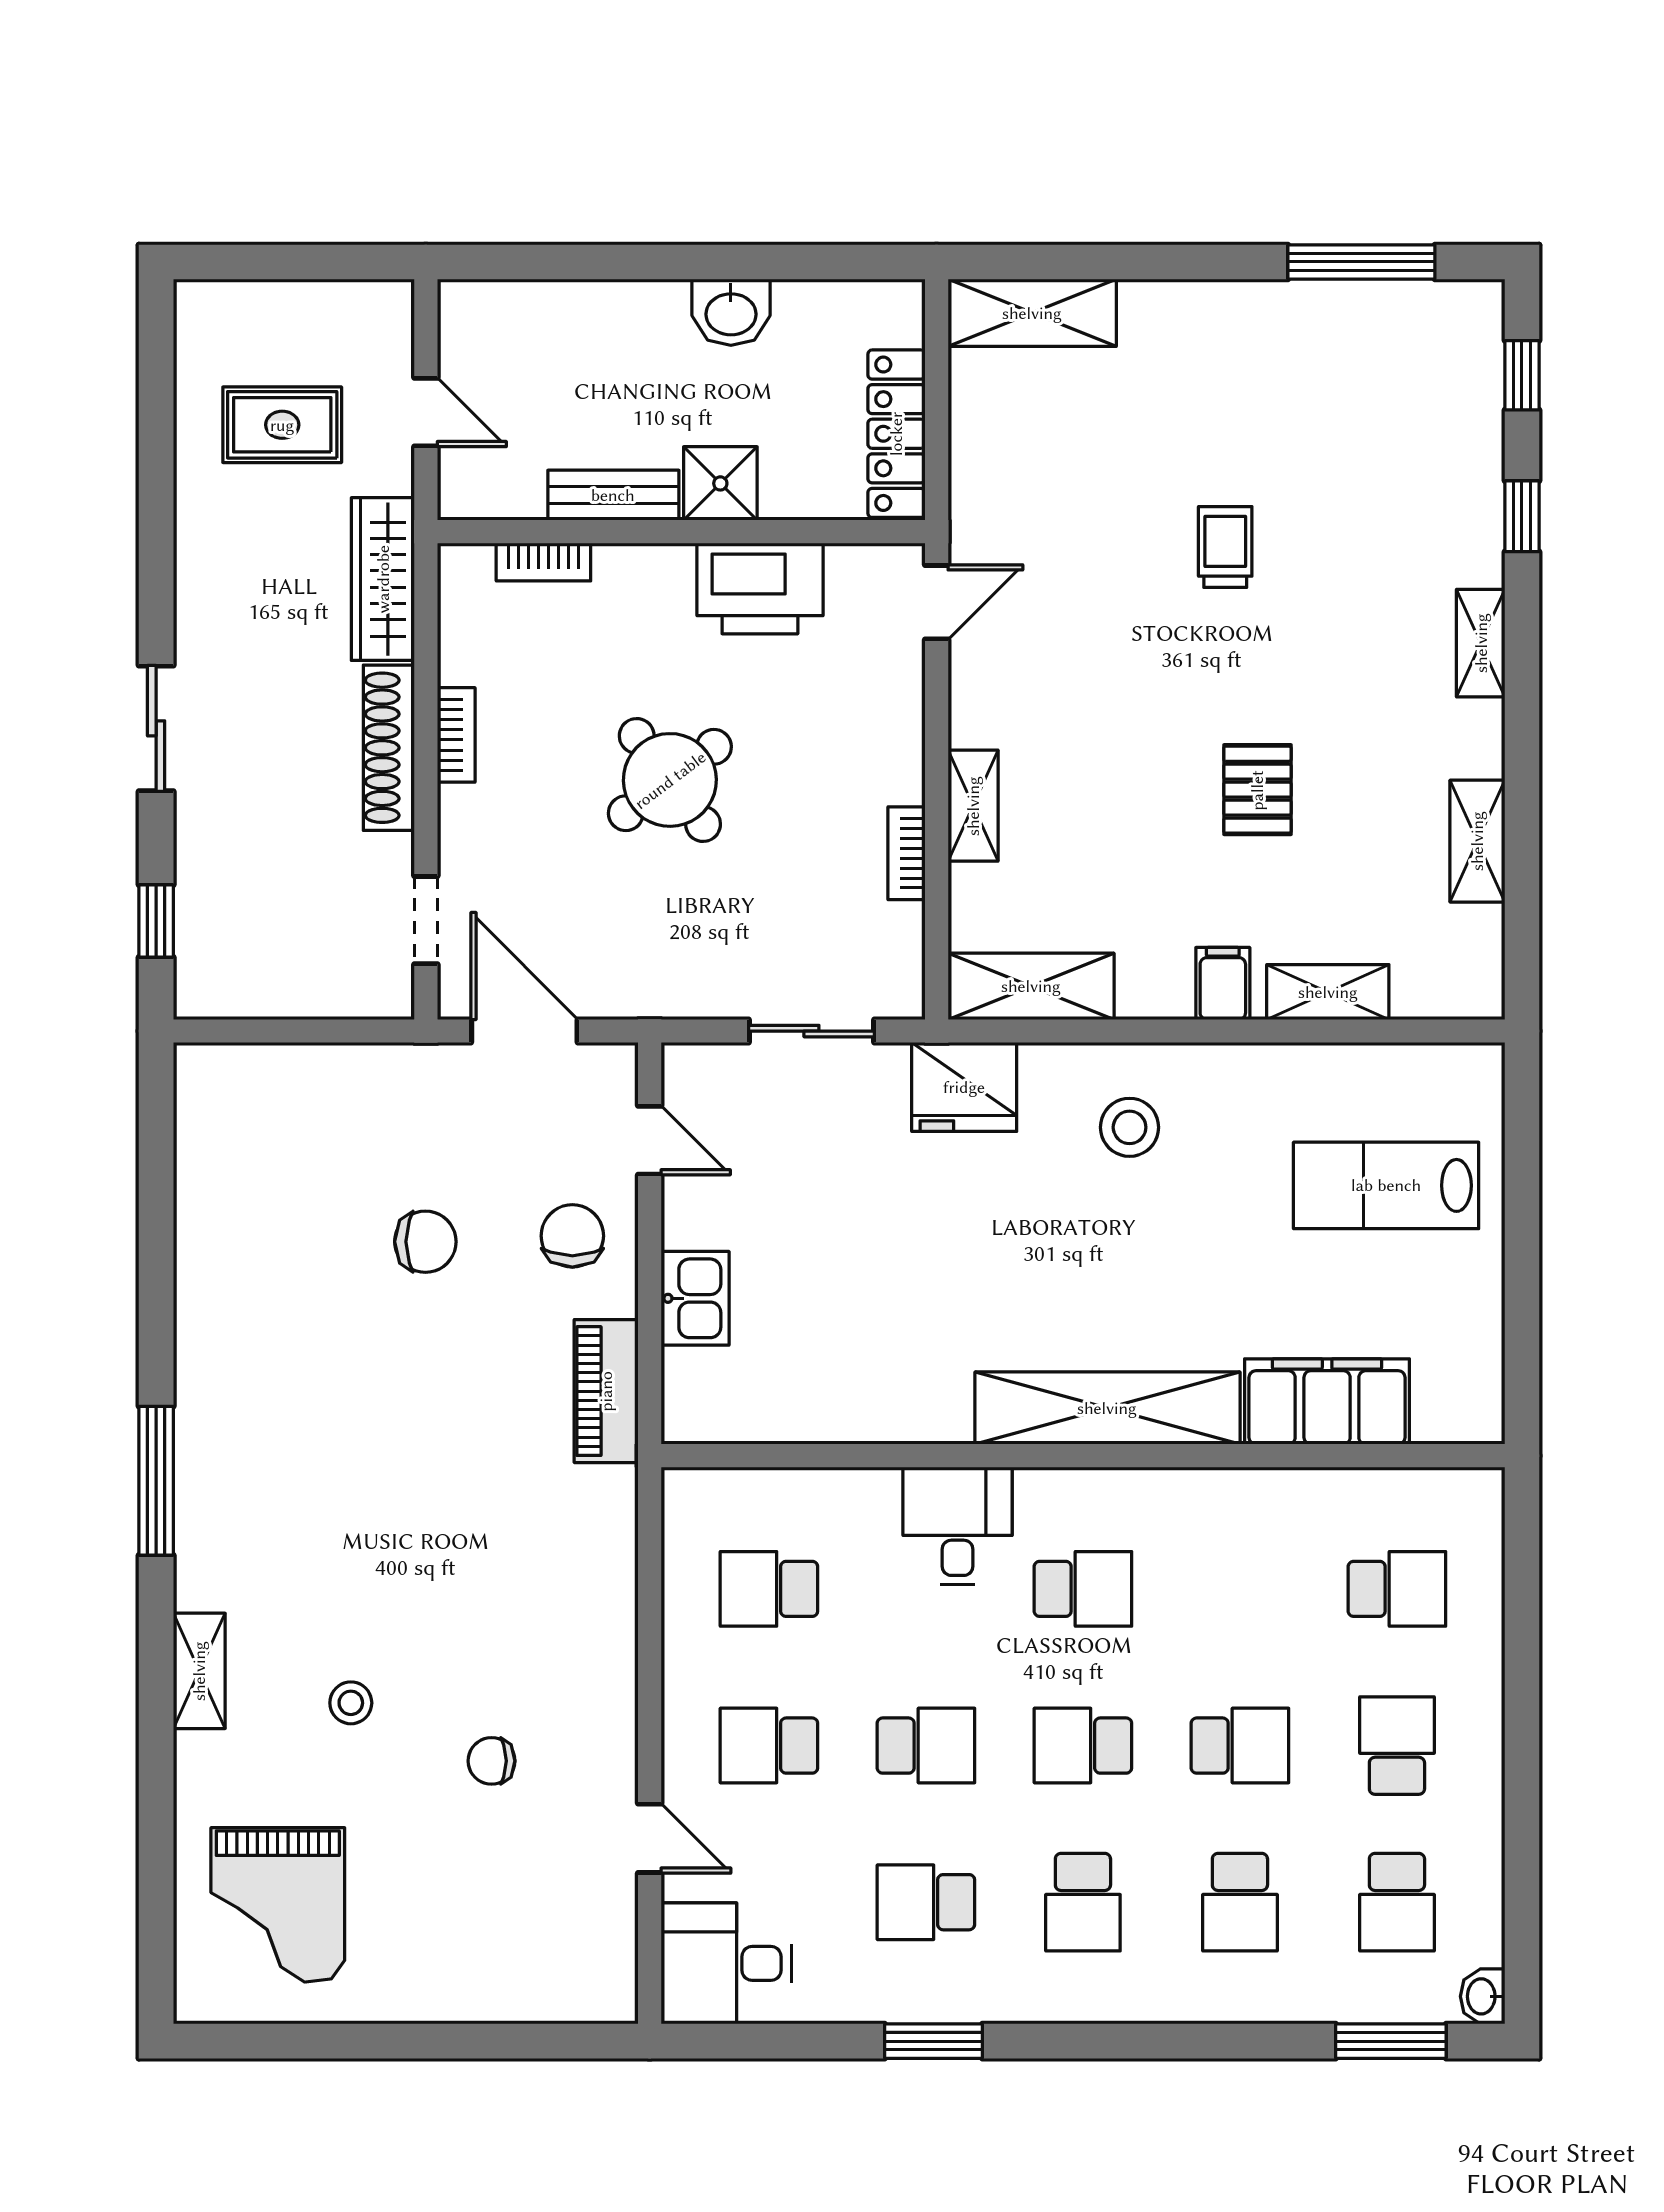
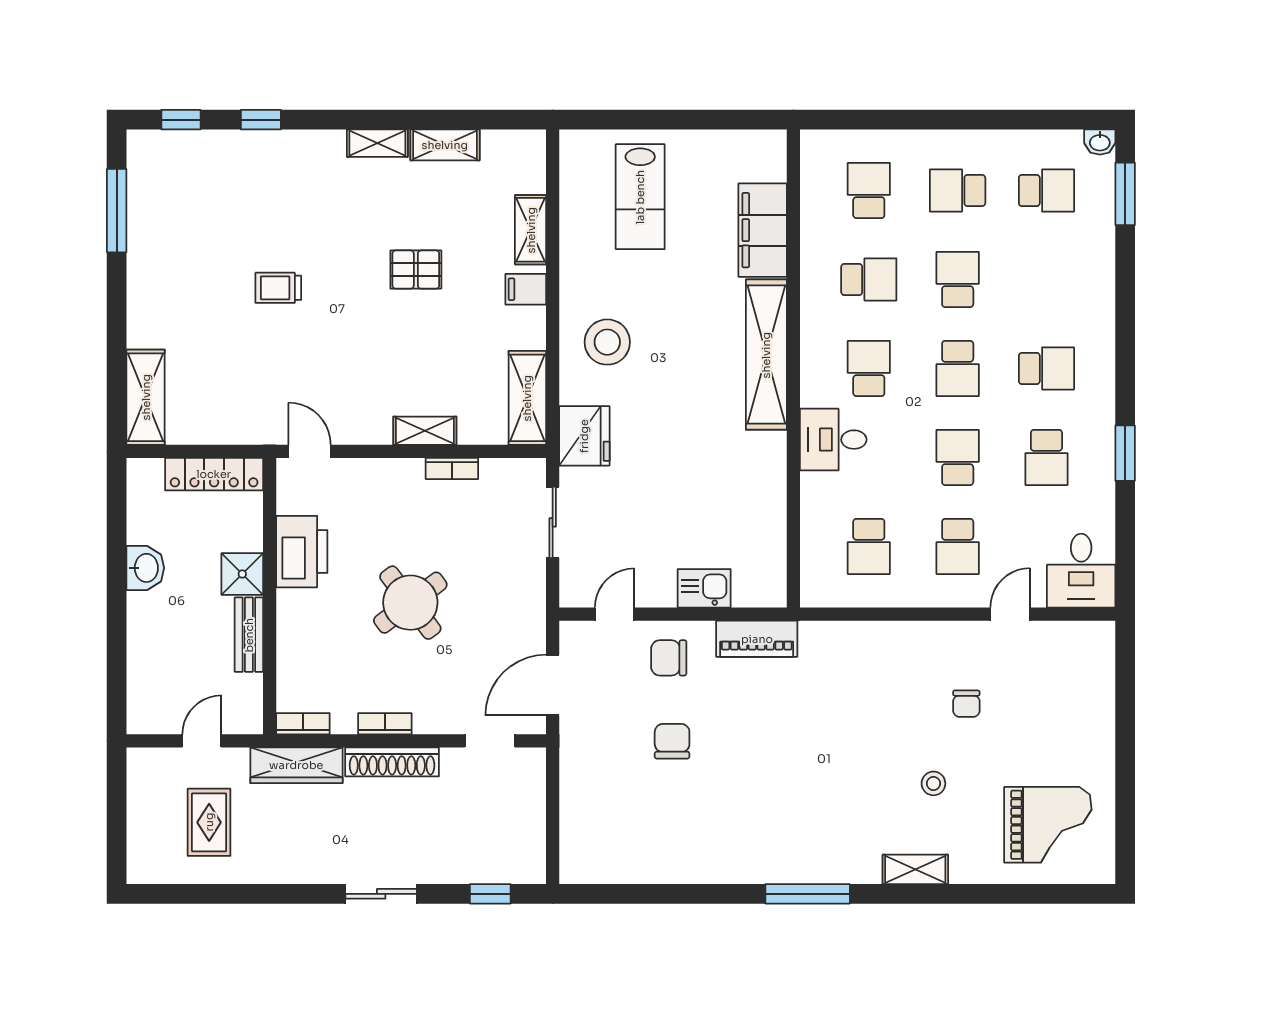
bookcase: (543, 562) -> (303, 724), moved, turned -90
shelving: (1481, 643) -> (377, 143), moved
stool: (1130, 1127) -> (607, 342), width x1.38, depth x1.38
school desk: (1240, 1902) -> (869, 279), moved

